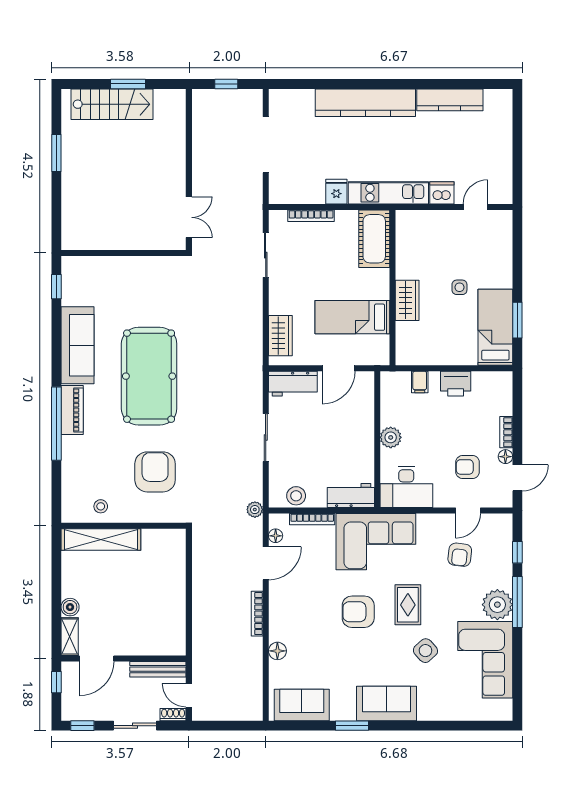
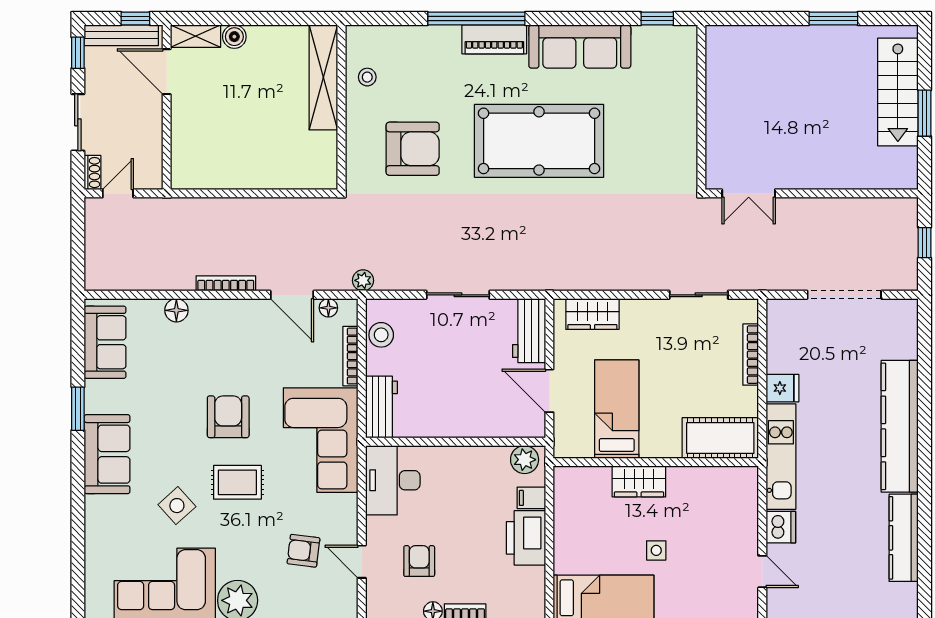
printer: (456, 384) -> (526, 538), width x1.37, depth x1.19
plant: (391, 437) -> (525, 460), moved
bench: (158, 669) -> (121, 35), moved, turned 90

